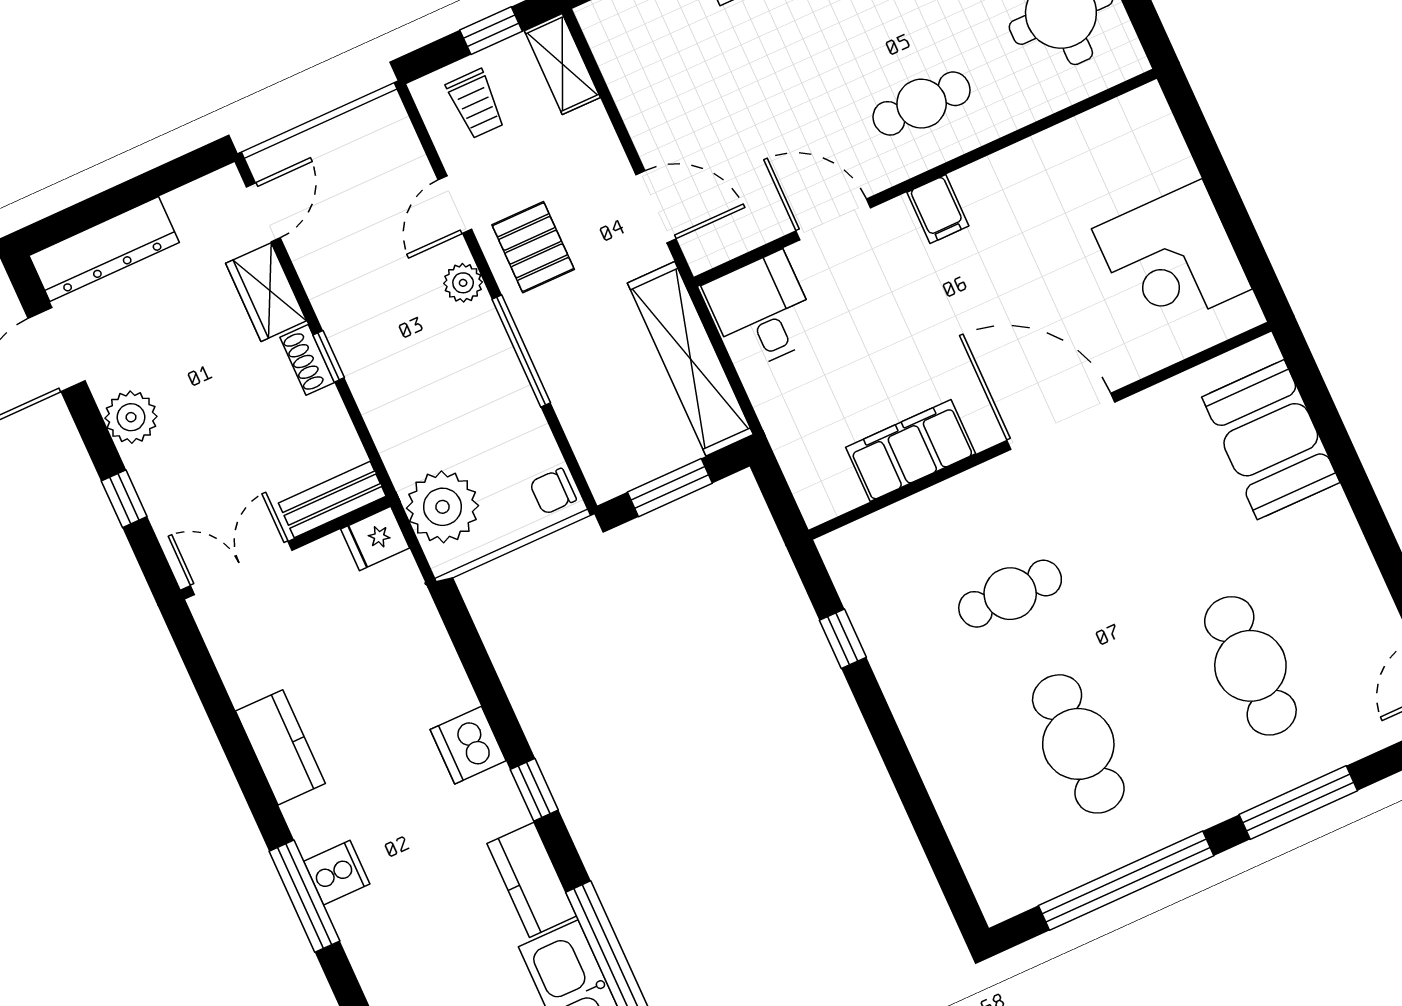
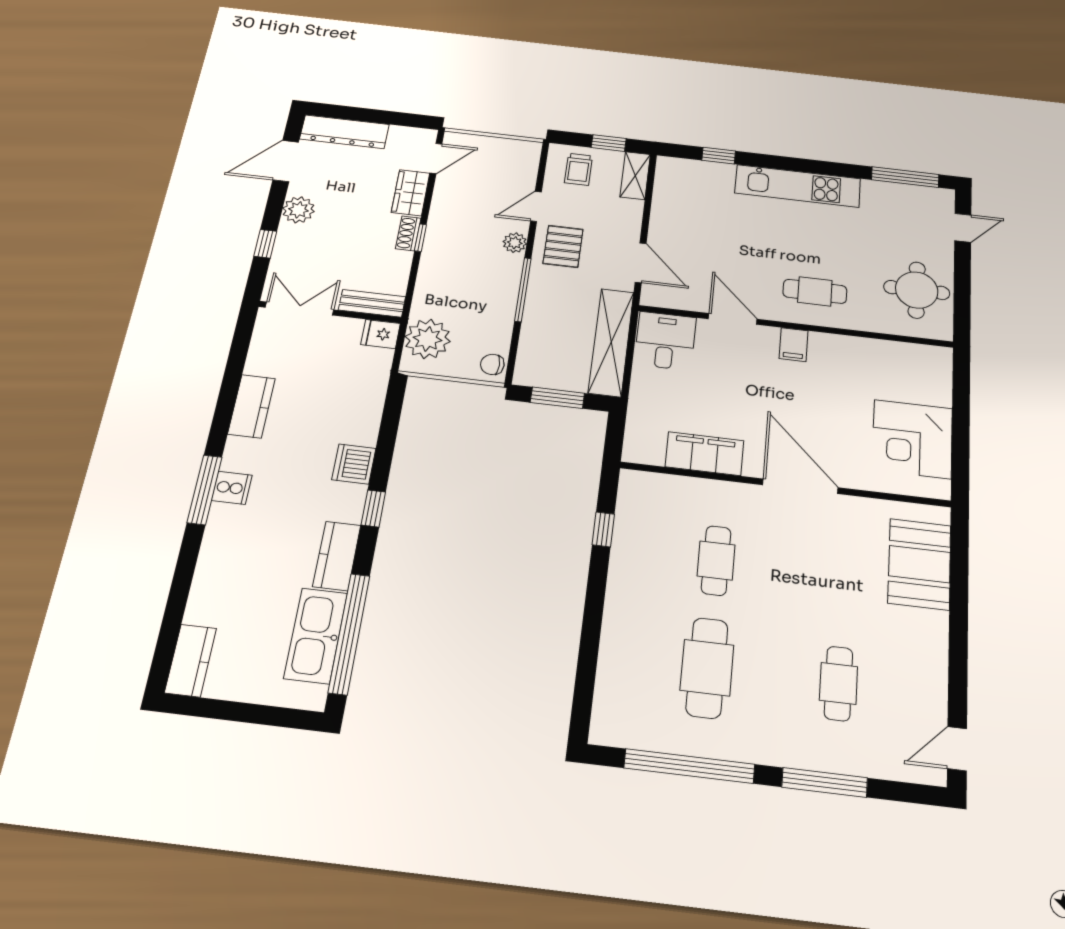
cafe table: (1010, 594) -> (716, 560), turned 90
cafe table: (1250, 666) -> (838, 683), width x0.73, depth x0.74

